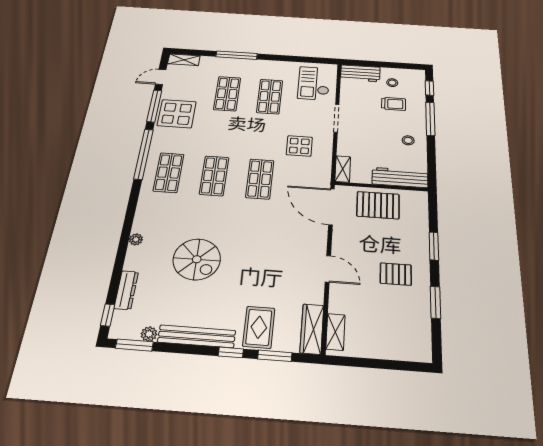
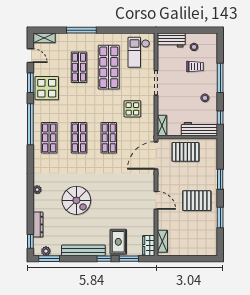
door: (161, 77) -> (30, 56), swing flipped
window: (429, 88) -> (220, 118), moved
shop shelf: (270, 96) -> (109, 67), width x1.43, depth x1.36
window: (154, 106) -> (30, 83), width x0.69
door: (331, 207) -> (156, 156), hinge flipped
pallet: (396, 274) -> (197, 201), width x1.50, depth x1.42
wardrobe: (312, 329) -> (149, 246), width x0.67
plant: (149, 334) -> (46, 251), moved

